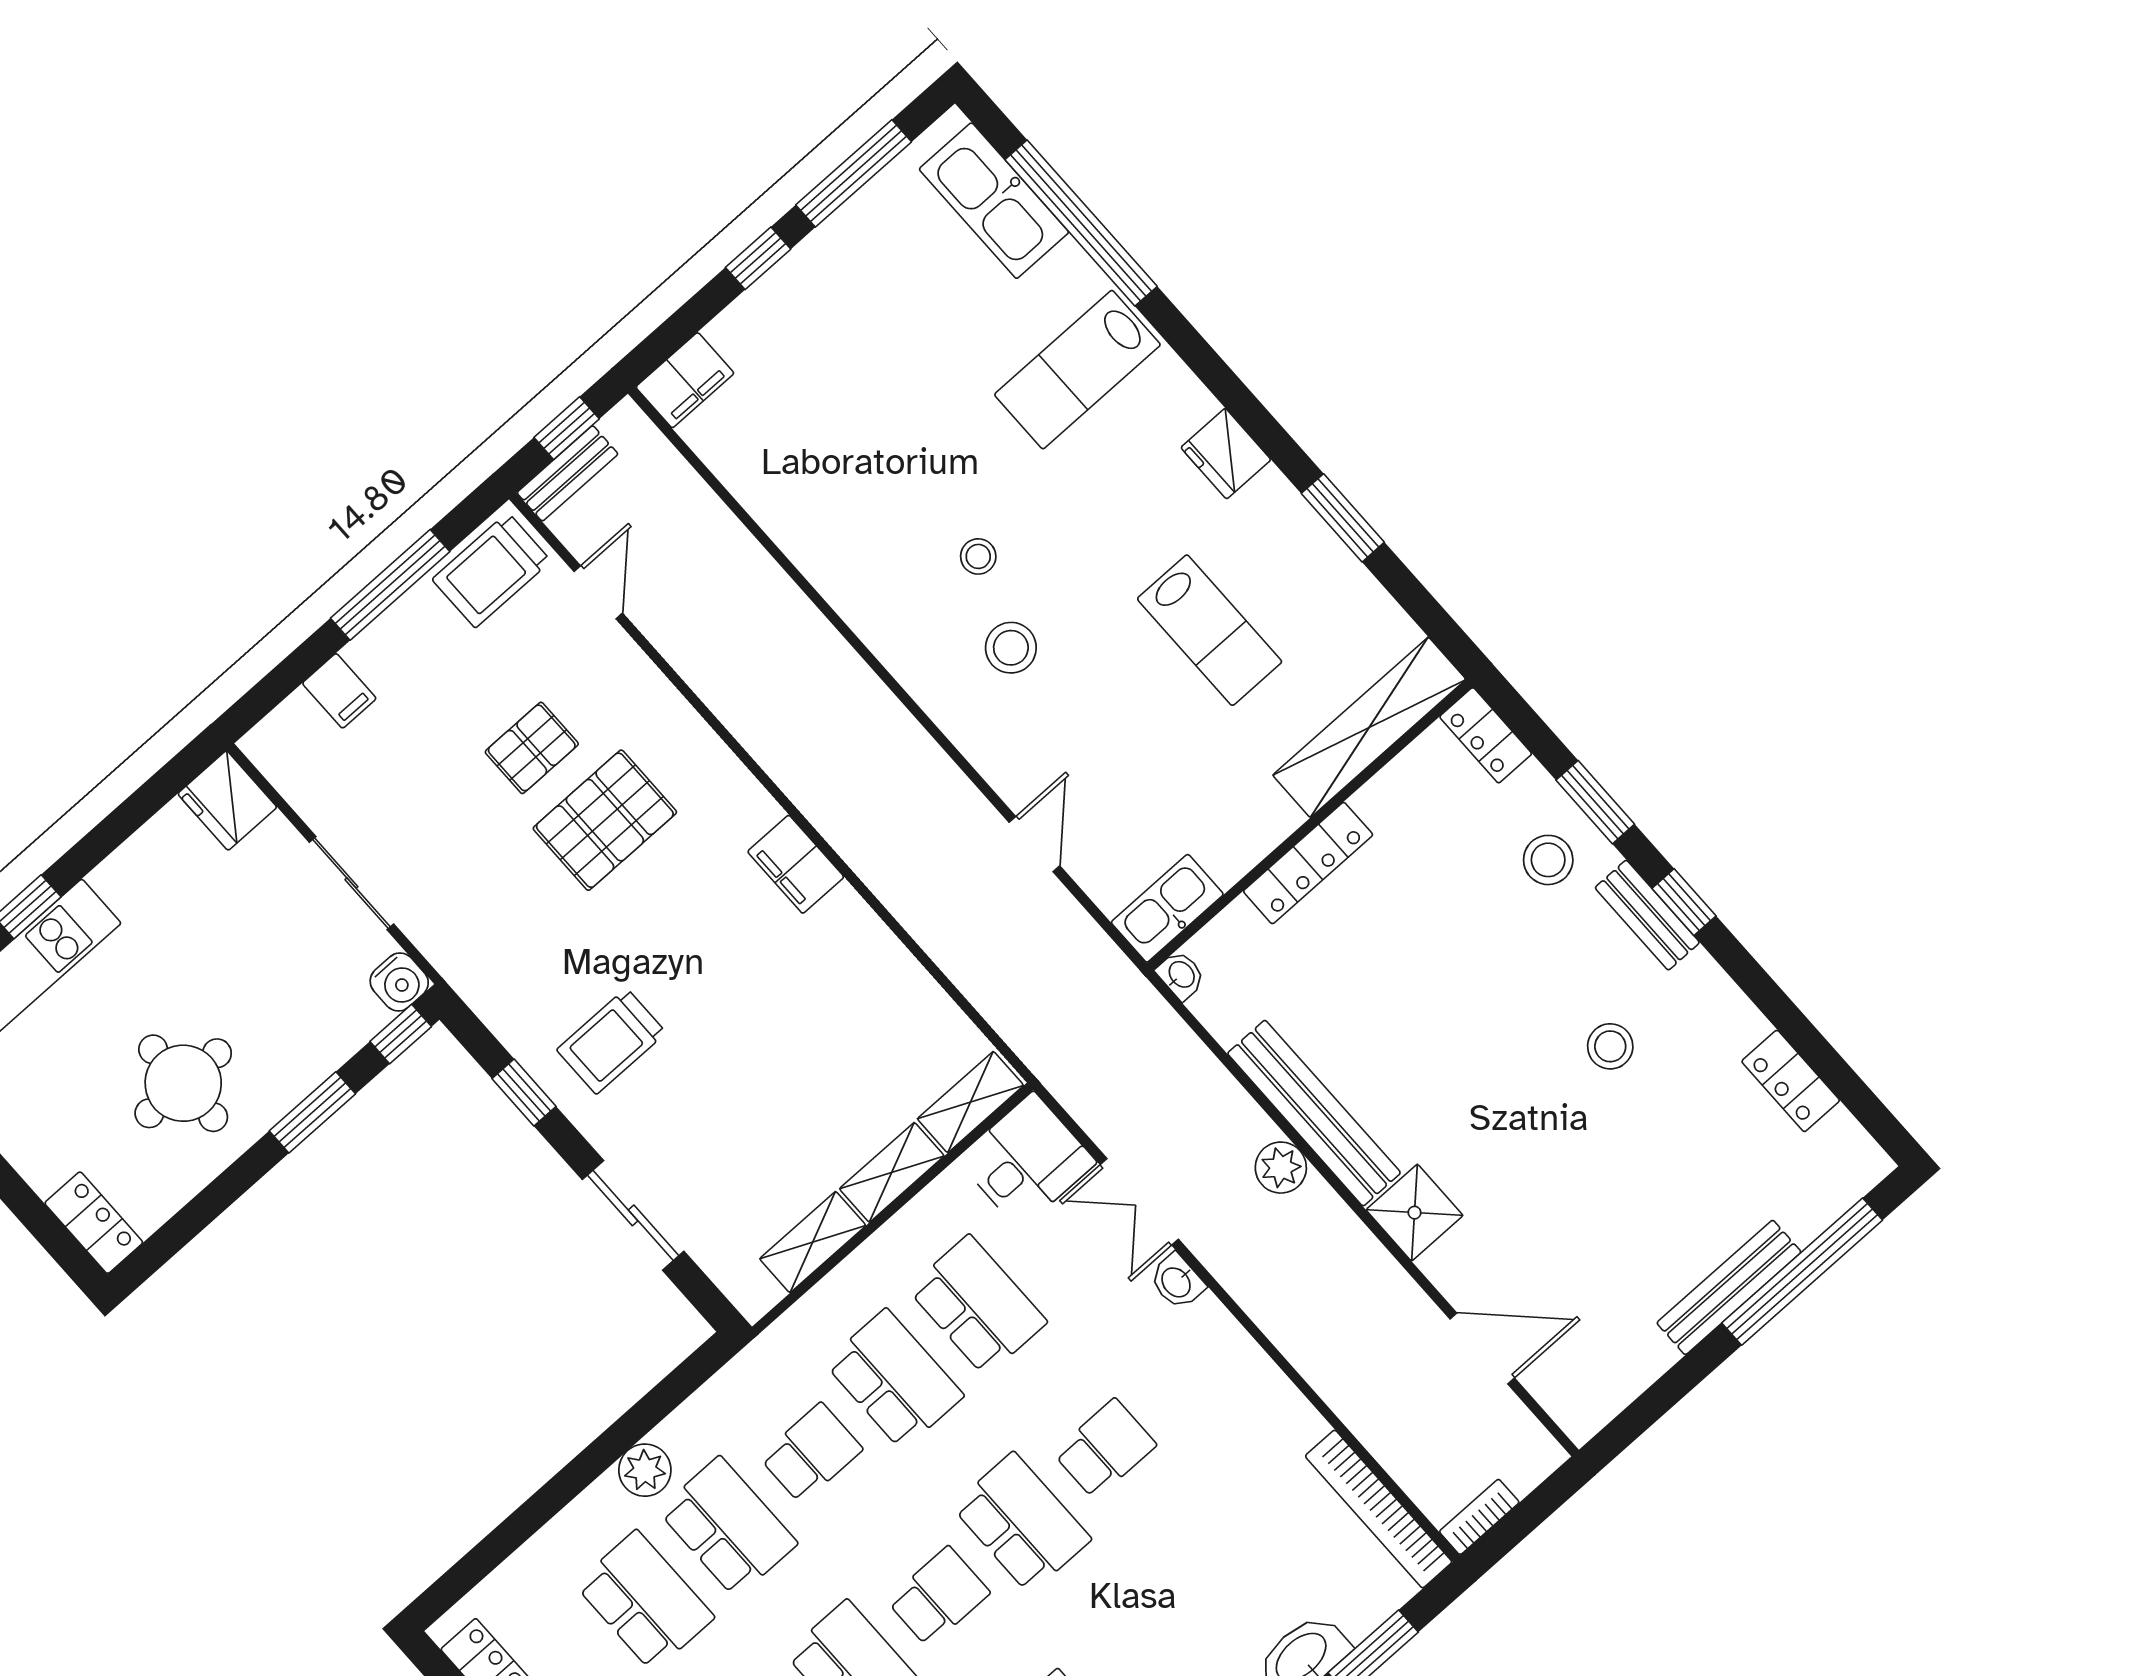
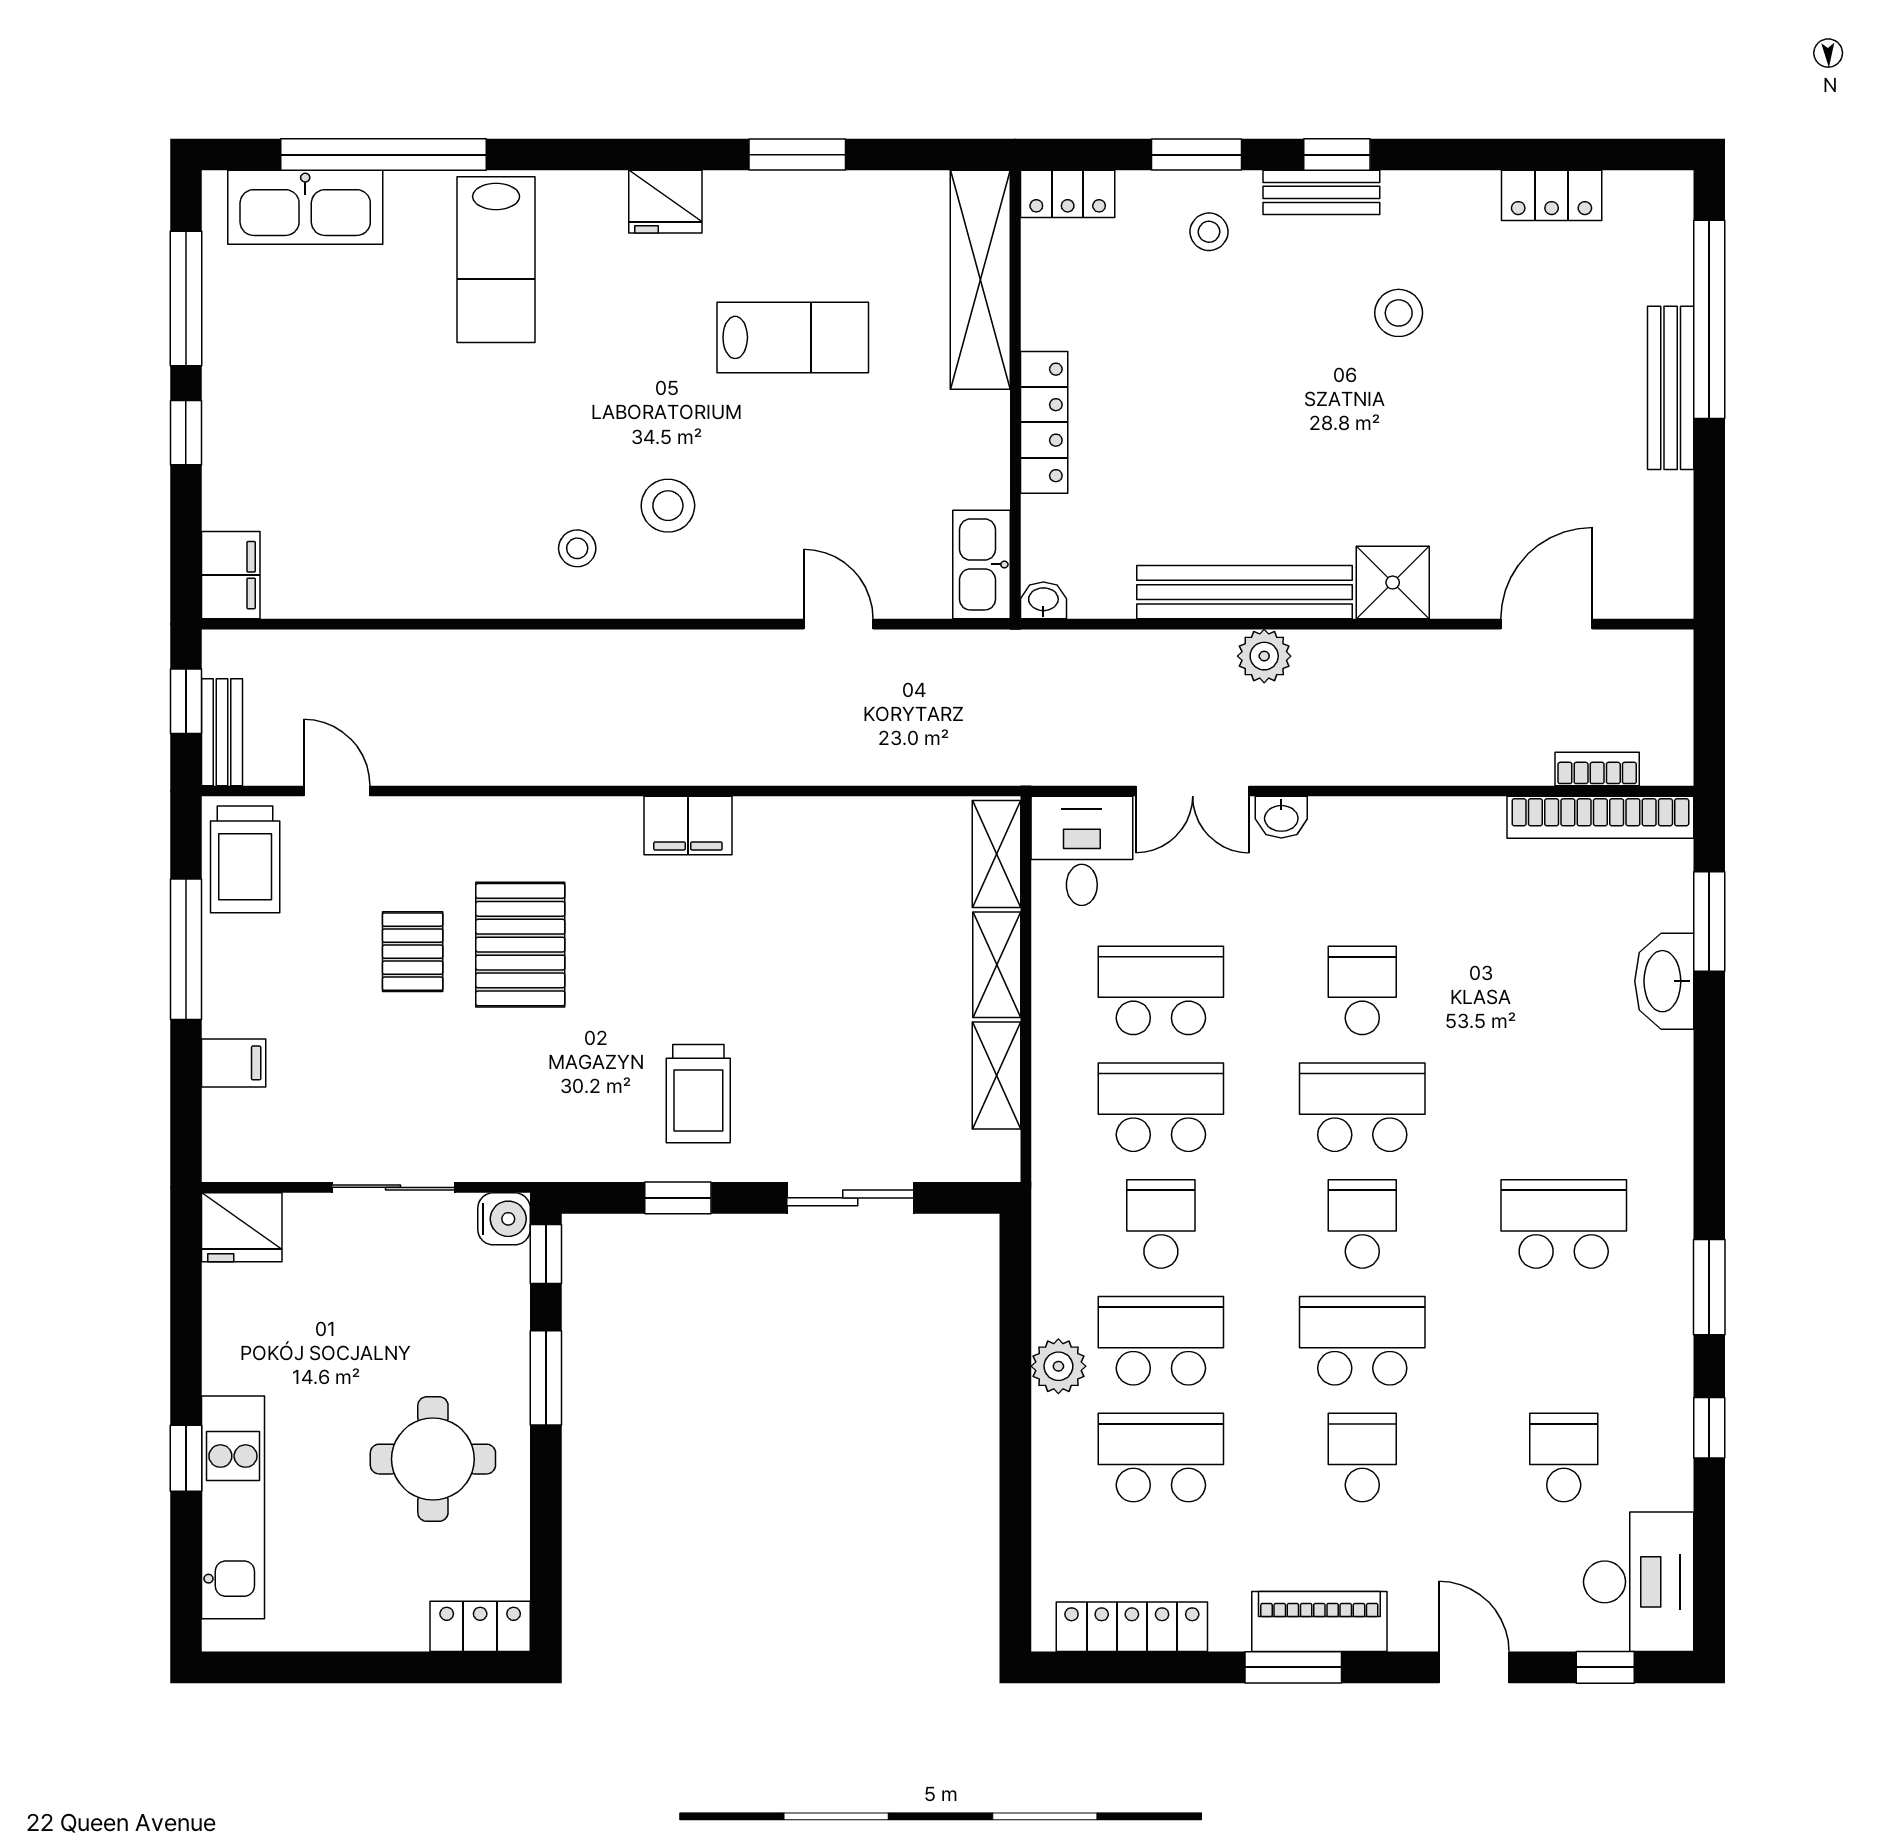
stool: (978, 556) -> (577, 548), moved
stool: (1548, 860) -> (1209, 232), width x0.73, depth x0.73
bookcase: (1479, 1517) -> (1597, 769), moved, turned 90

